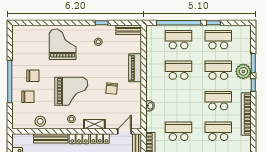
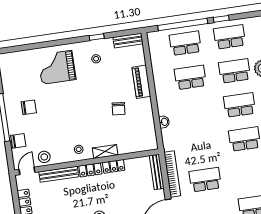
grand piano: (63, 44) -> (57, 67), turned -90
grand piano: (71, 91) -> (74, 118), removed
chair: (28, 97) -> (18, 141), moved
door: (125, 131) -> (27, 171), moved
school desk: (179, 131) -> (200, 145), removed

